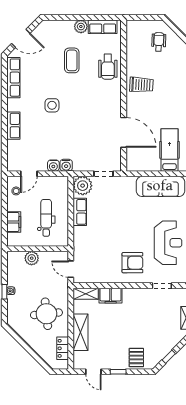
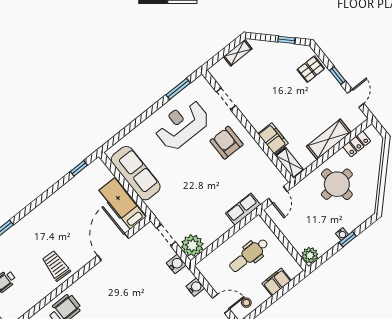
hospital bed: (170, 150) -> (122, 203), moved, turned 90
water cooler: (66, 165) -> (176, 264), moved
row of seats: (80, 212) -> (243, 209), moved
plant: (32, 258) -> (310, 255), moved

